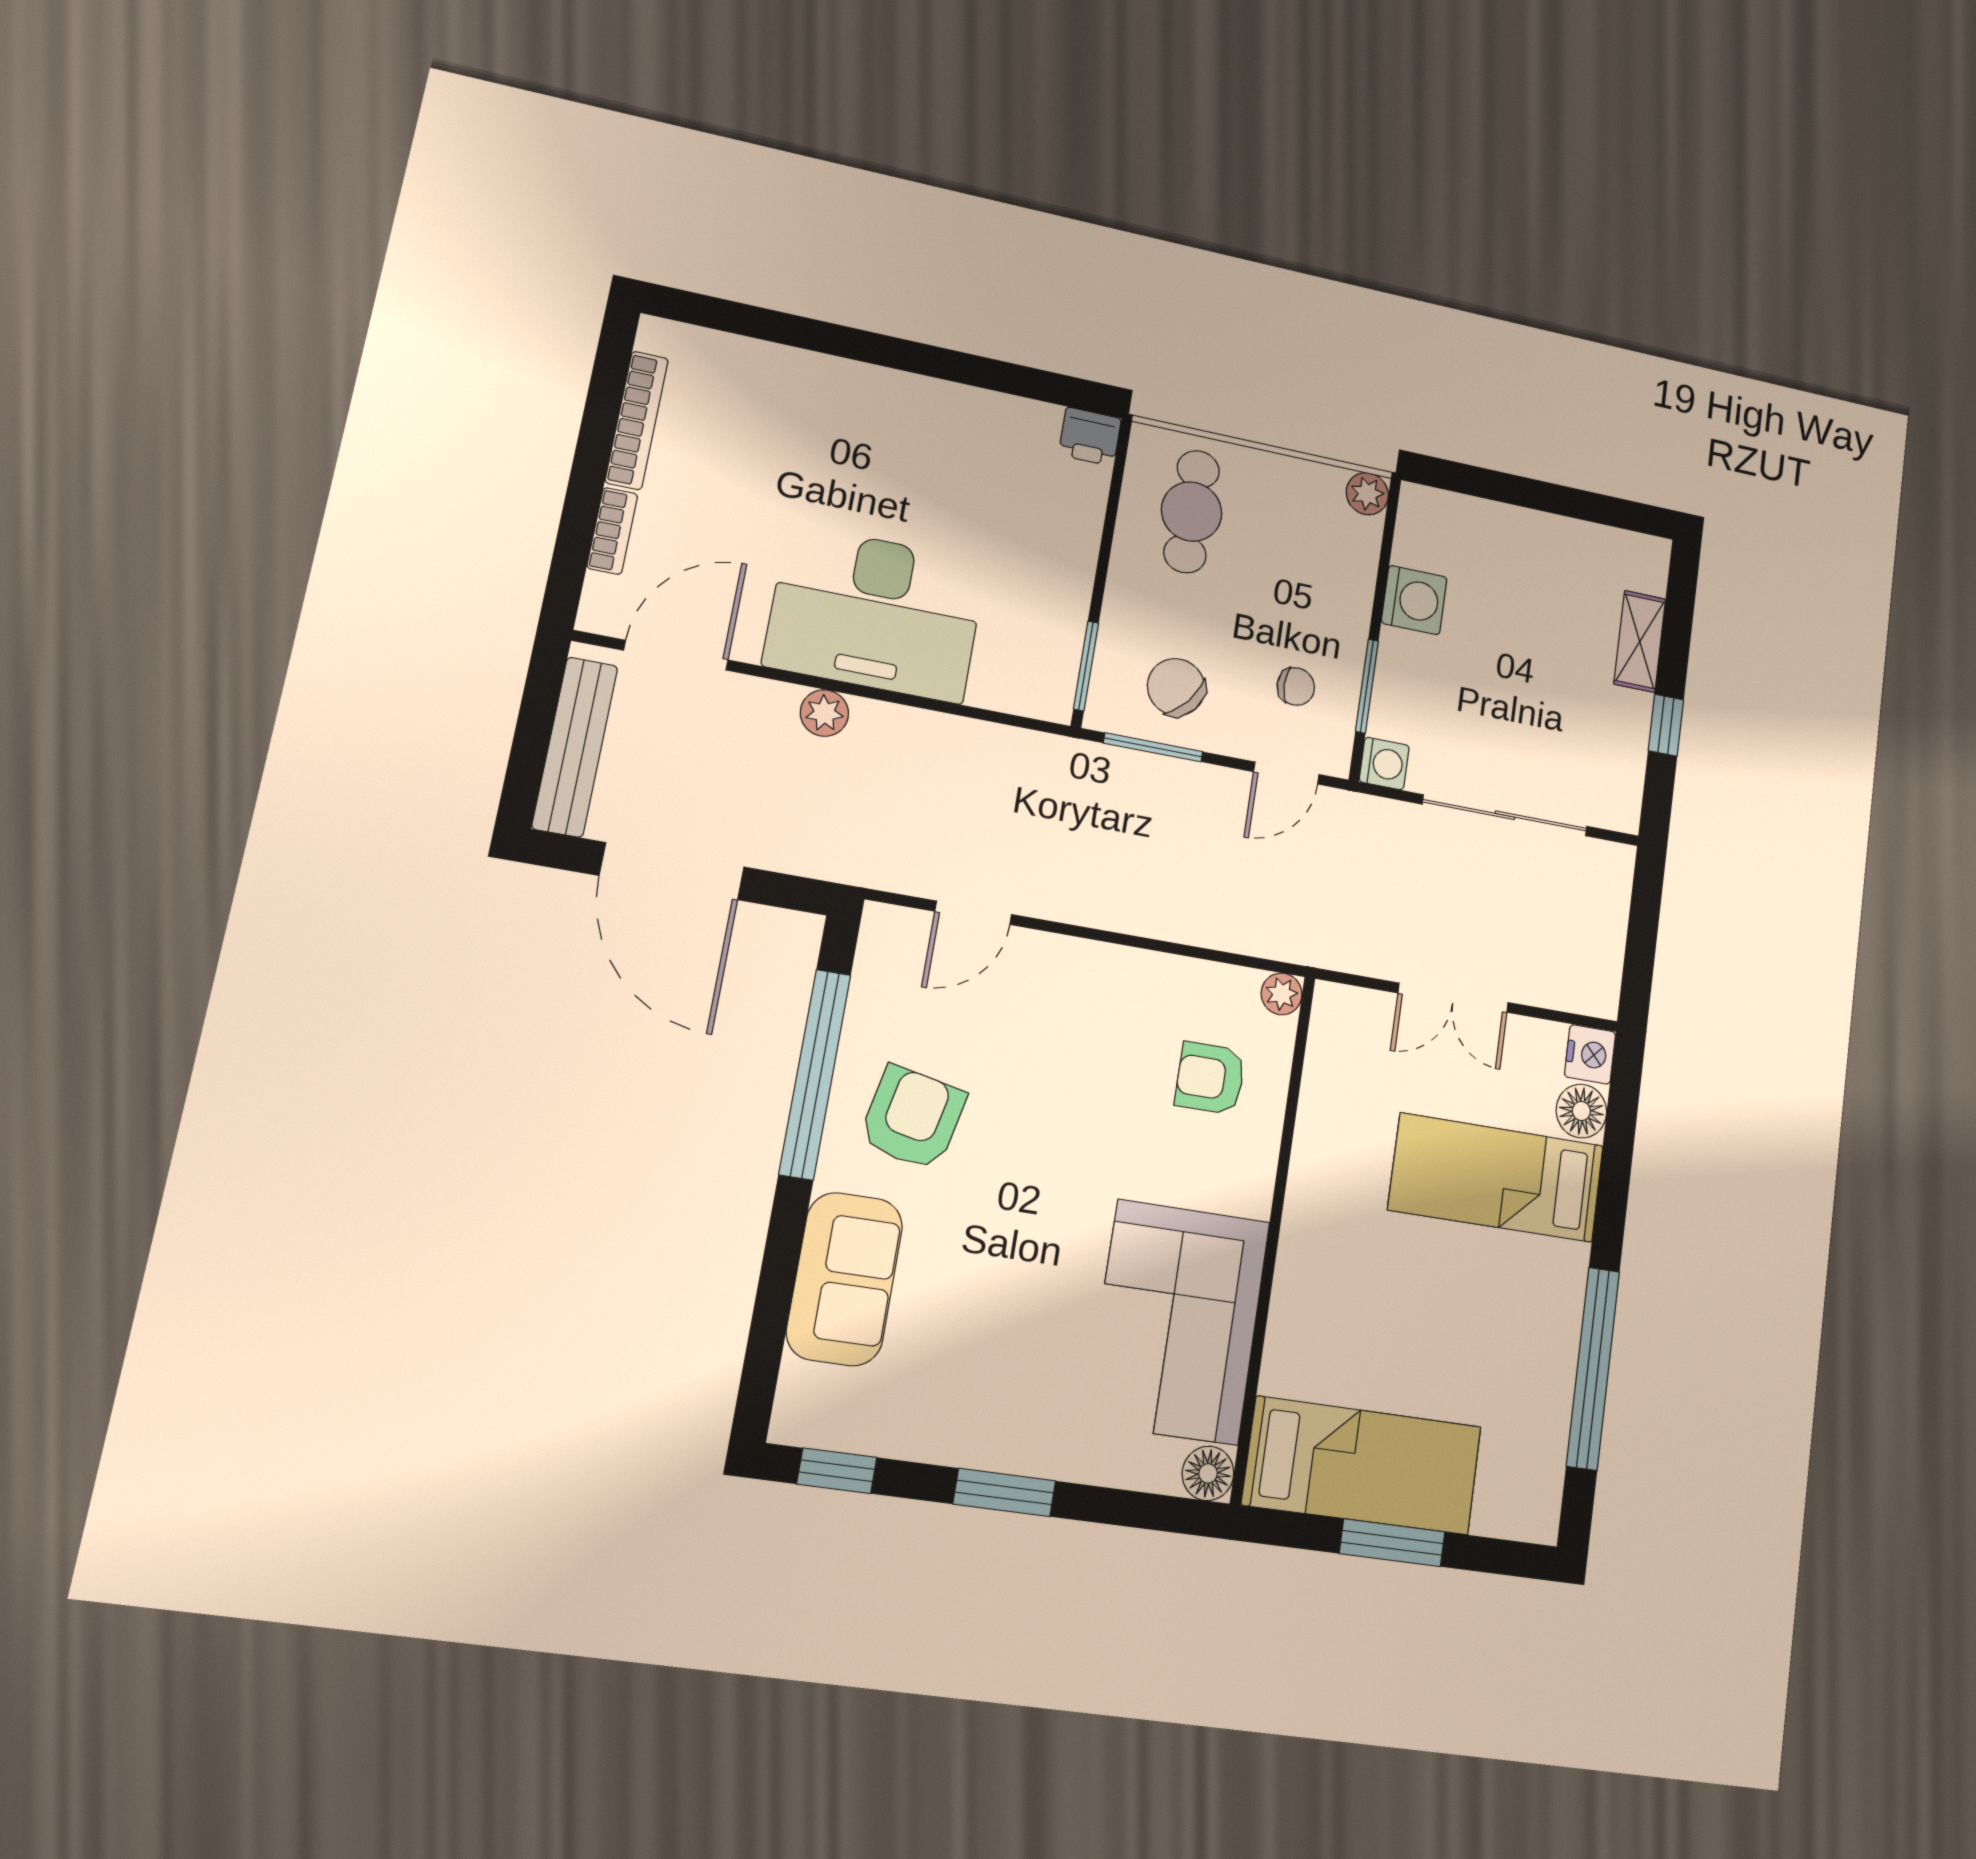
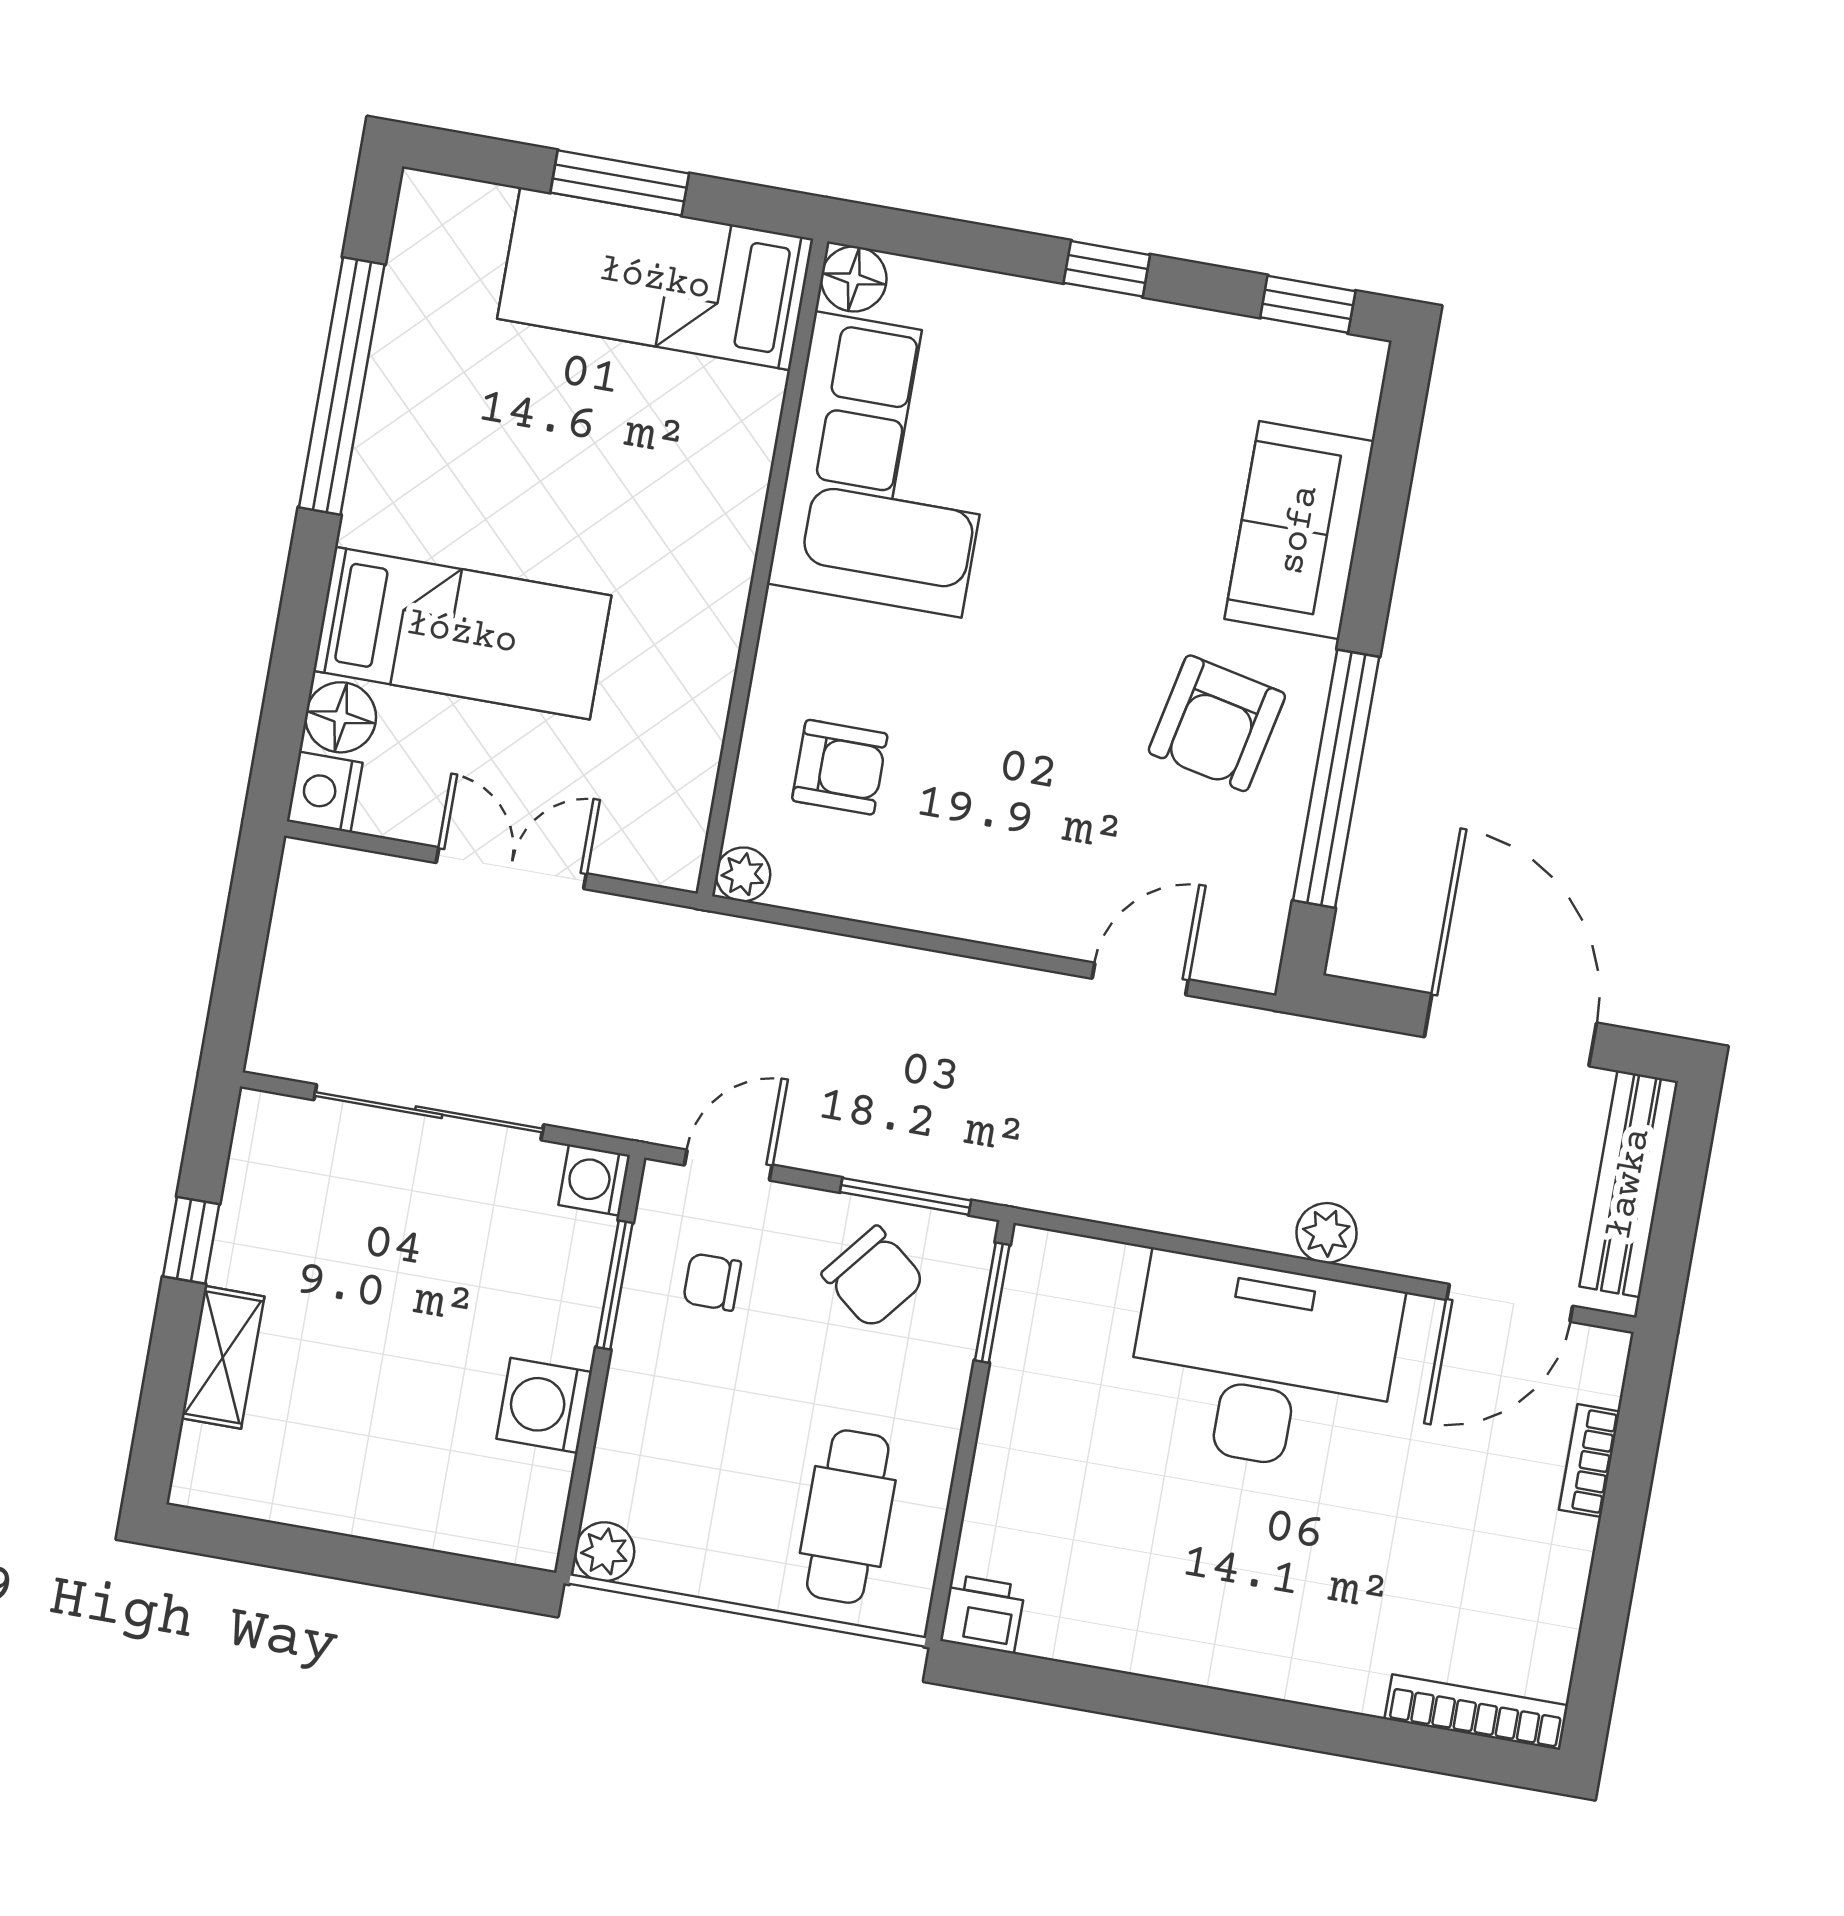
bookcase: (637, 420) -> (1476, 1712), moved, turned 90
window: (1004, 1492) -> (1107, 269), width x0.67

